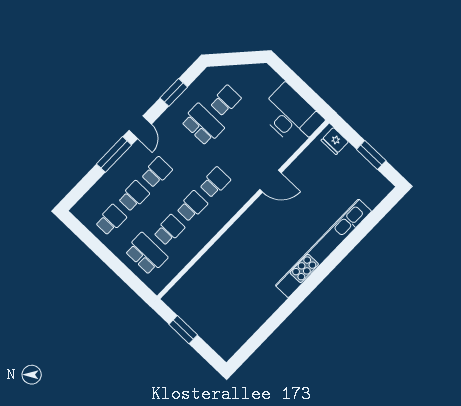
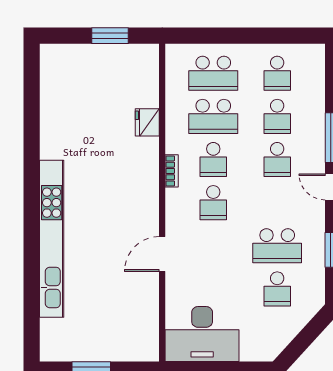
fridge: (335, 141) -> (147, 122), moved, turned -90
bookcase: (221, 222) -> (172, 171), added
school desk: (169, 230) -> (213, 116), width x1.85

